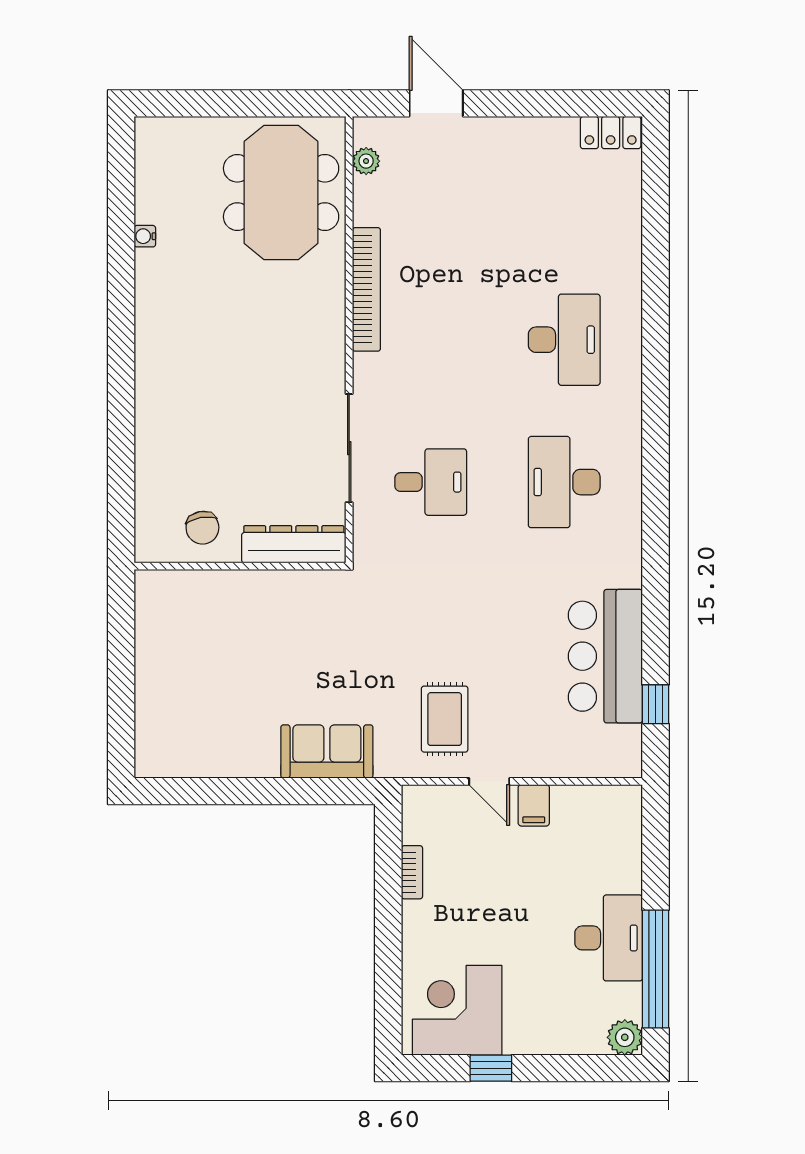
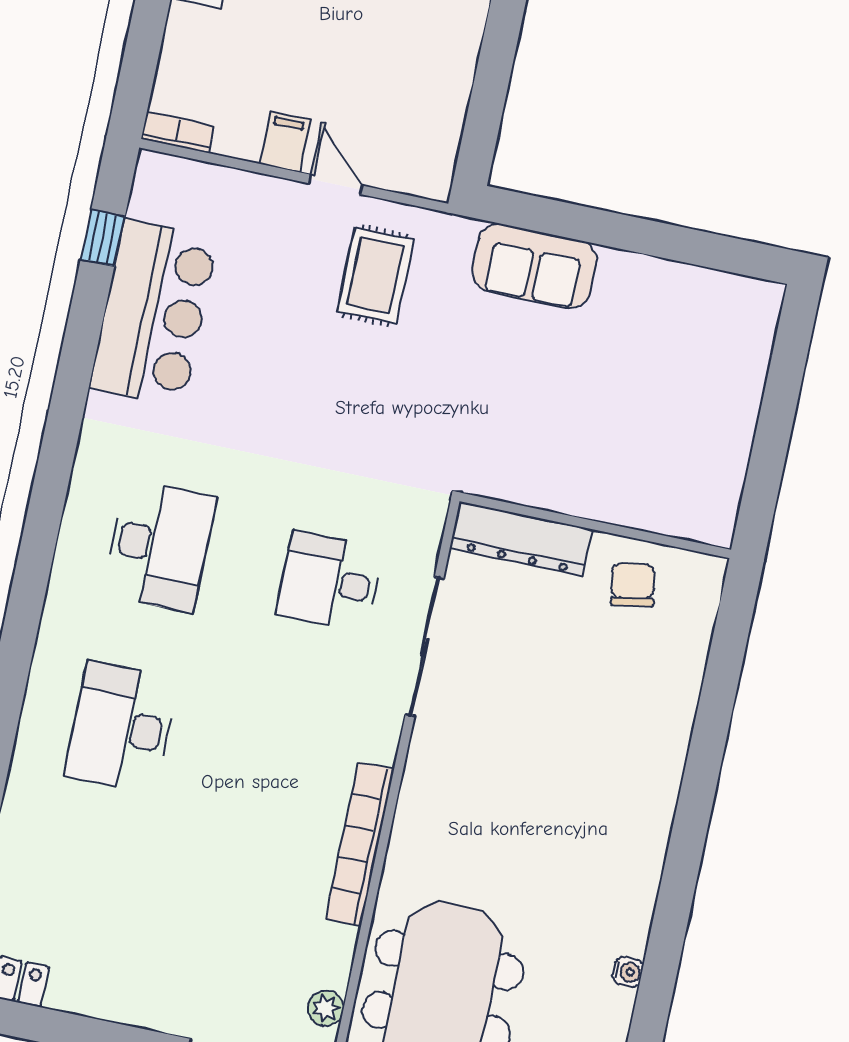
bookcase: (412, 872) -> (178, 133), moved, turned 90

